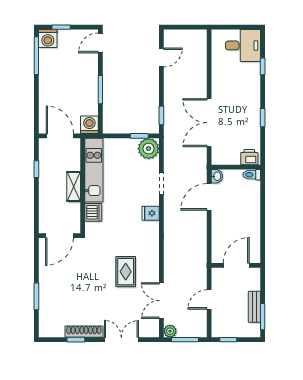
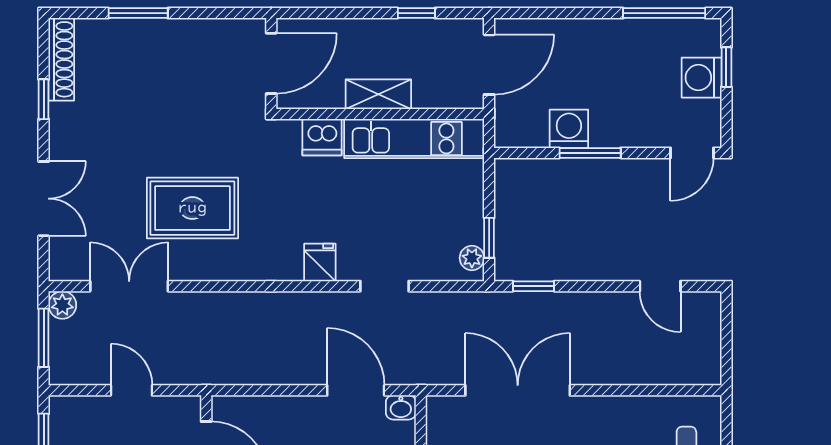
washing machine: (48, 39) -> (702, 78), moved
door: (100, 43) -> (692, 153), swing flipped
washing machine: (89, 125) -> (569, 129), moved, turned -90
plant: (149, 149) -> (472, 258), width x0.53, depth x0.53
door: (59, 236) -> (271, 63), swing flipped
rug: (126, 272) -> (192, 208), width x1.36, depth x1.43
shoe rack: (84, 332) -> (61, 59), moved

